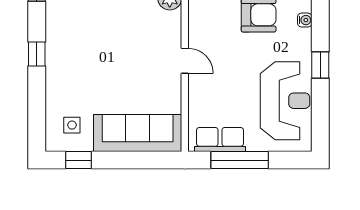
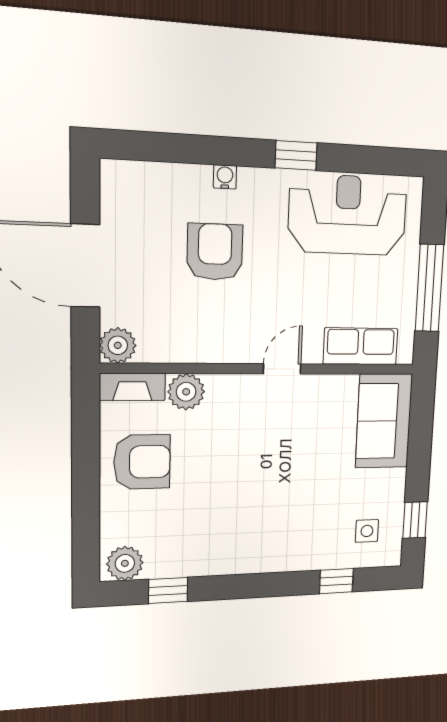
window: (37, 54) -> (336, 581), moved
sofa: (138, 133) -> (384, 421), width x0.73
row of seats: (220, 140) -> (361, 346), moved, turned 90

